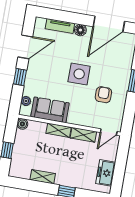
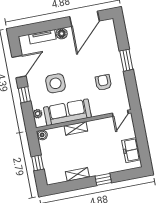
side table: (79, 74) -> (56, 83), moved
sofa: (50, 110) -> (67, 112), width x1.36
shelving: (83, 135) -> (99, 124), removed

